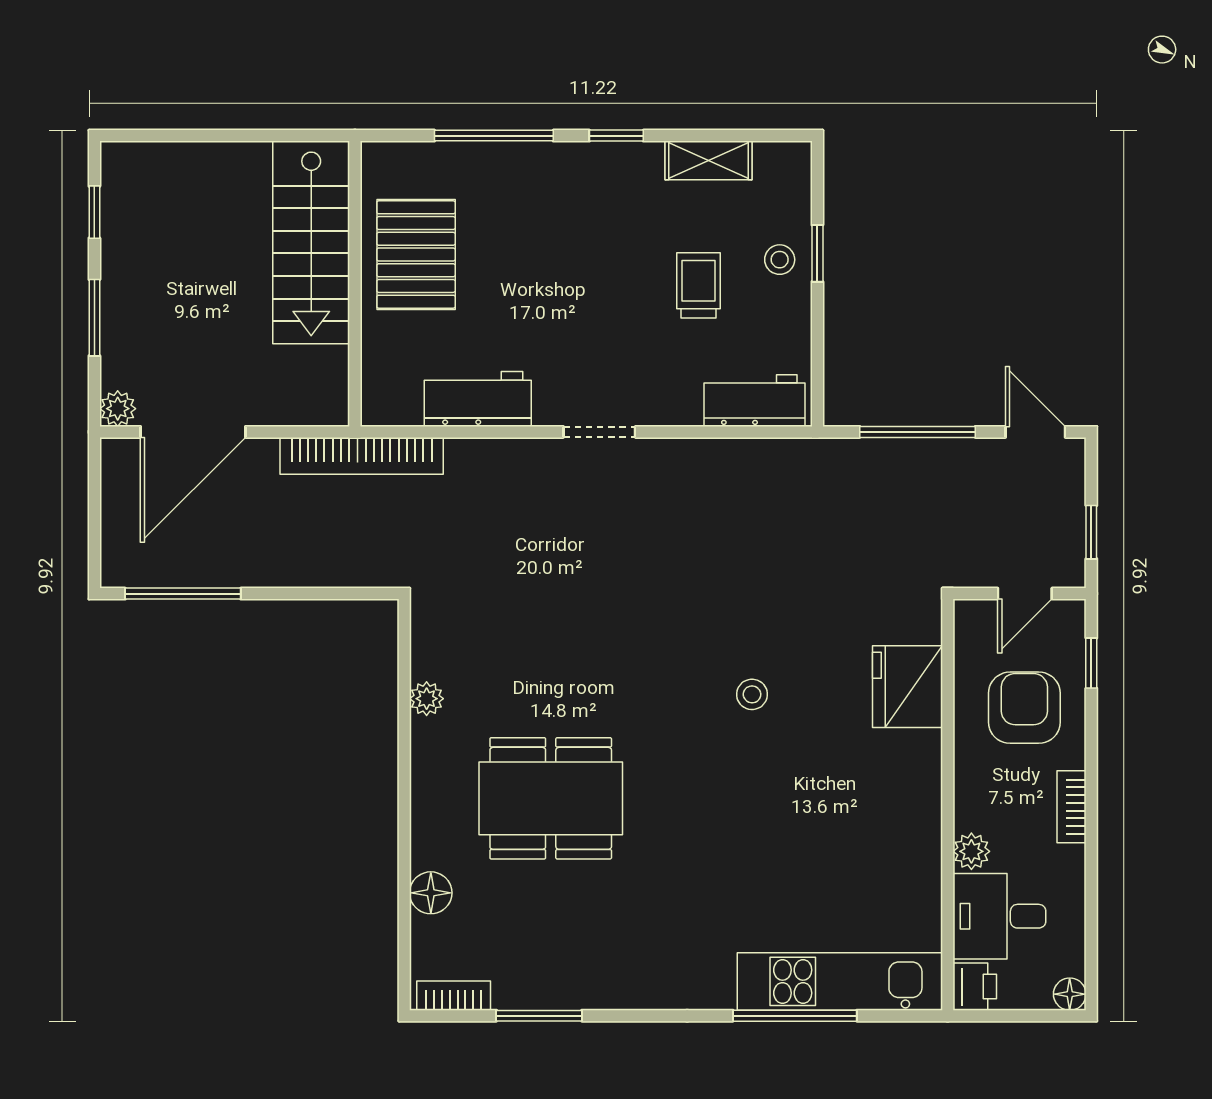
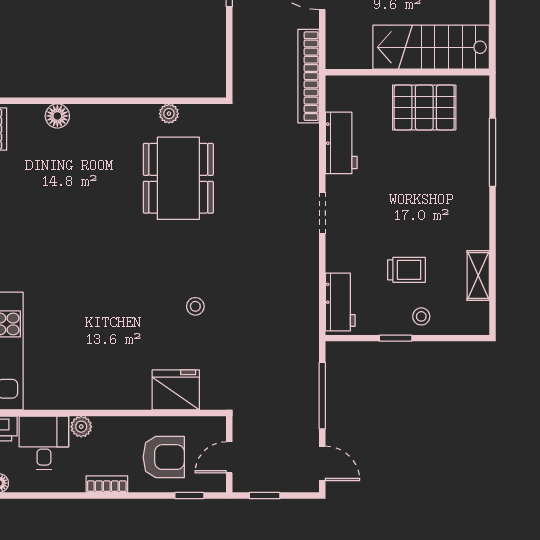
window: (616, 136) -> (493, 223), removed
window: (817, 253) -> (396, 338), moved
door: (1035, 432) -> (322, 463), hinge flipped
door: (1025, 594) -> (229, 457), hinge flipped
stool: (752, 694) -> (195, 306), moved
dining table: (551, 798) -> (178, 178), moved

